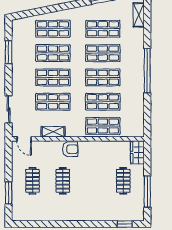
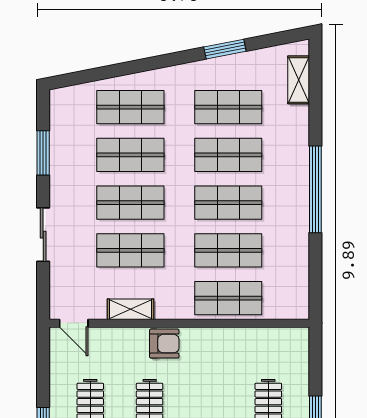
sliding door: (9, 109) -> (43, 235), moved
wardrobe: (137, 152) -> (296, 350), removed

